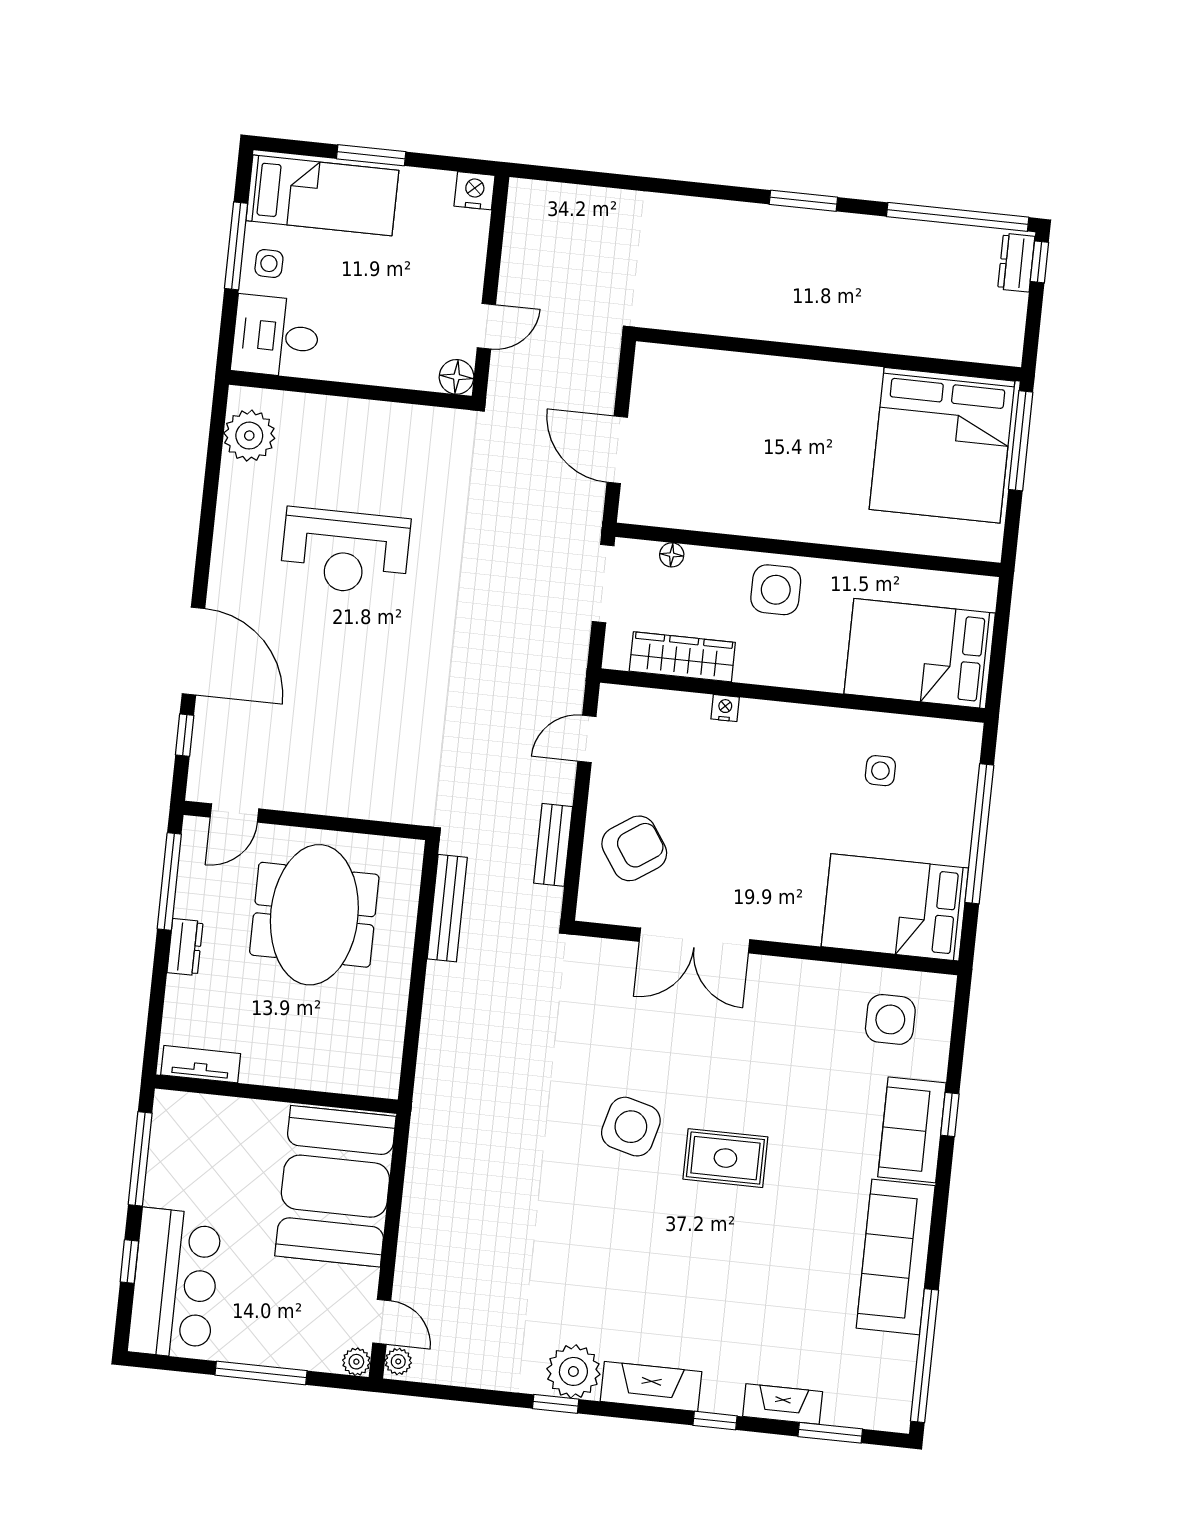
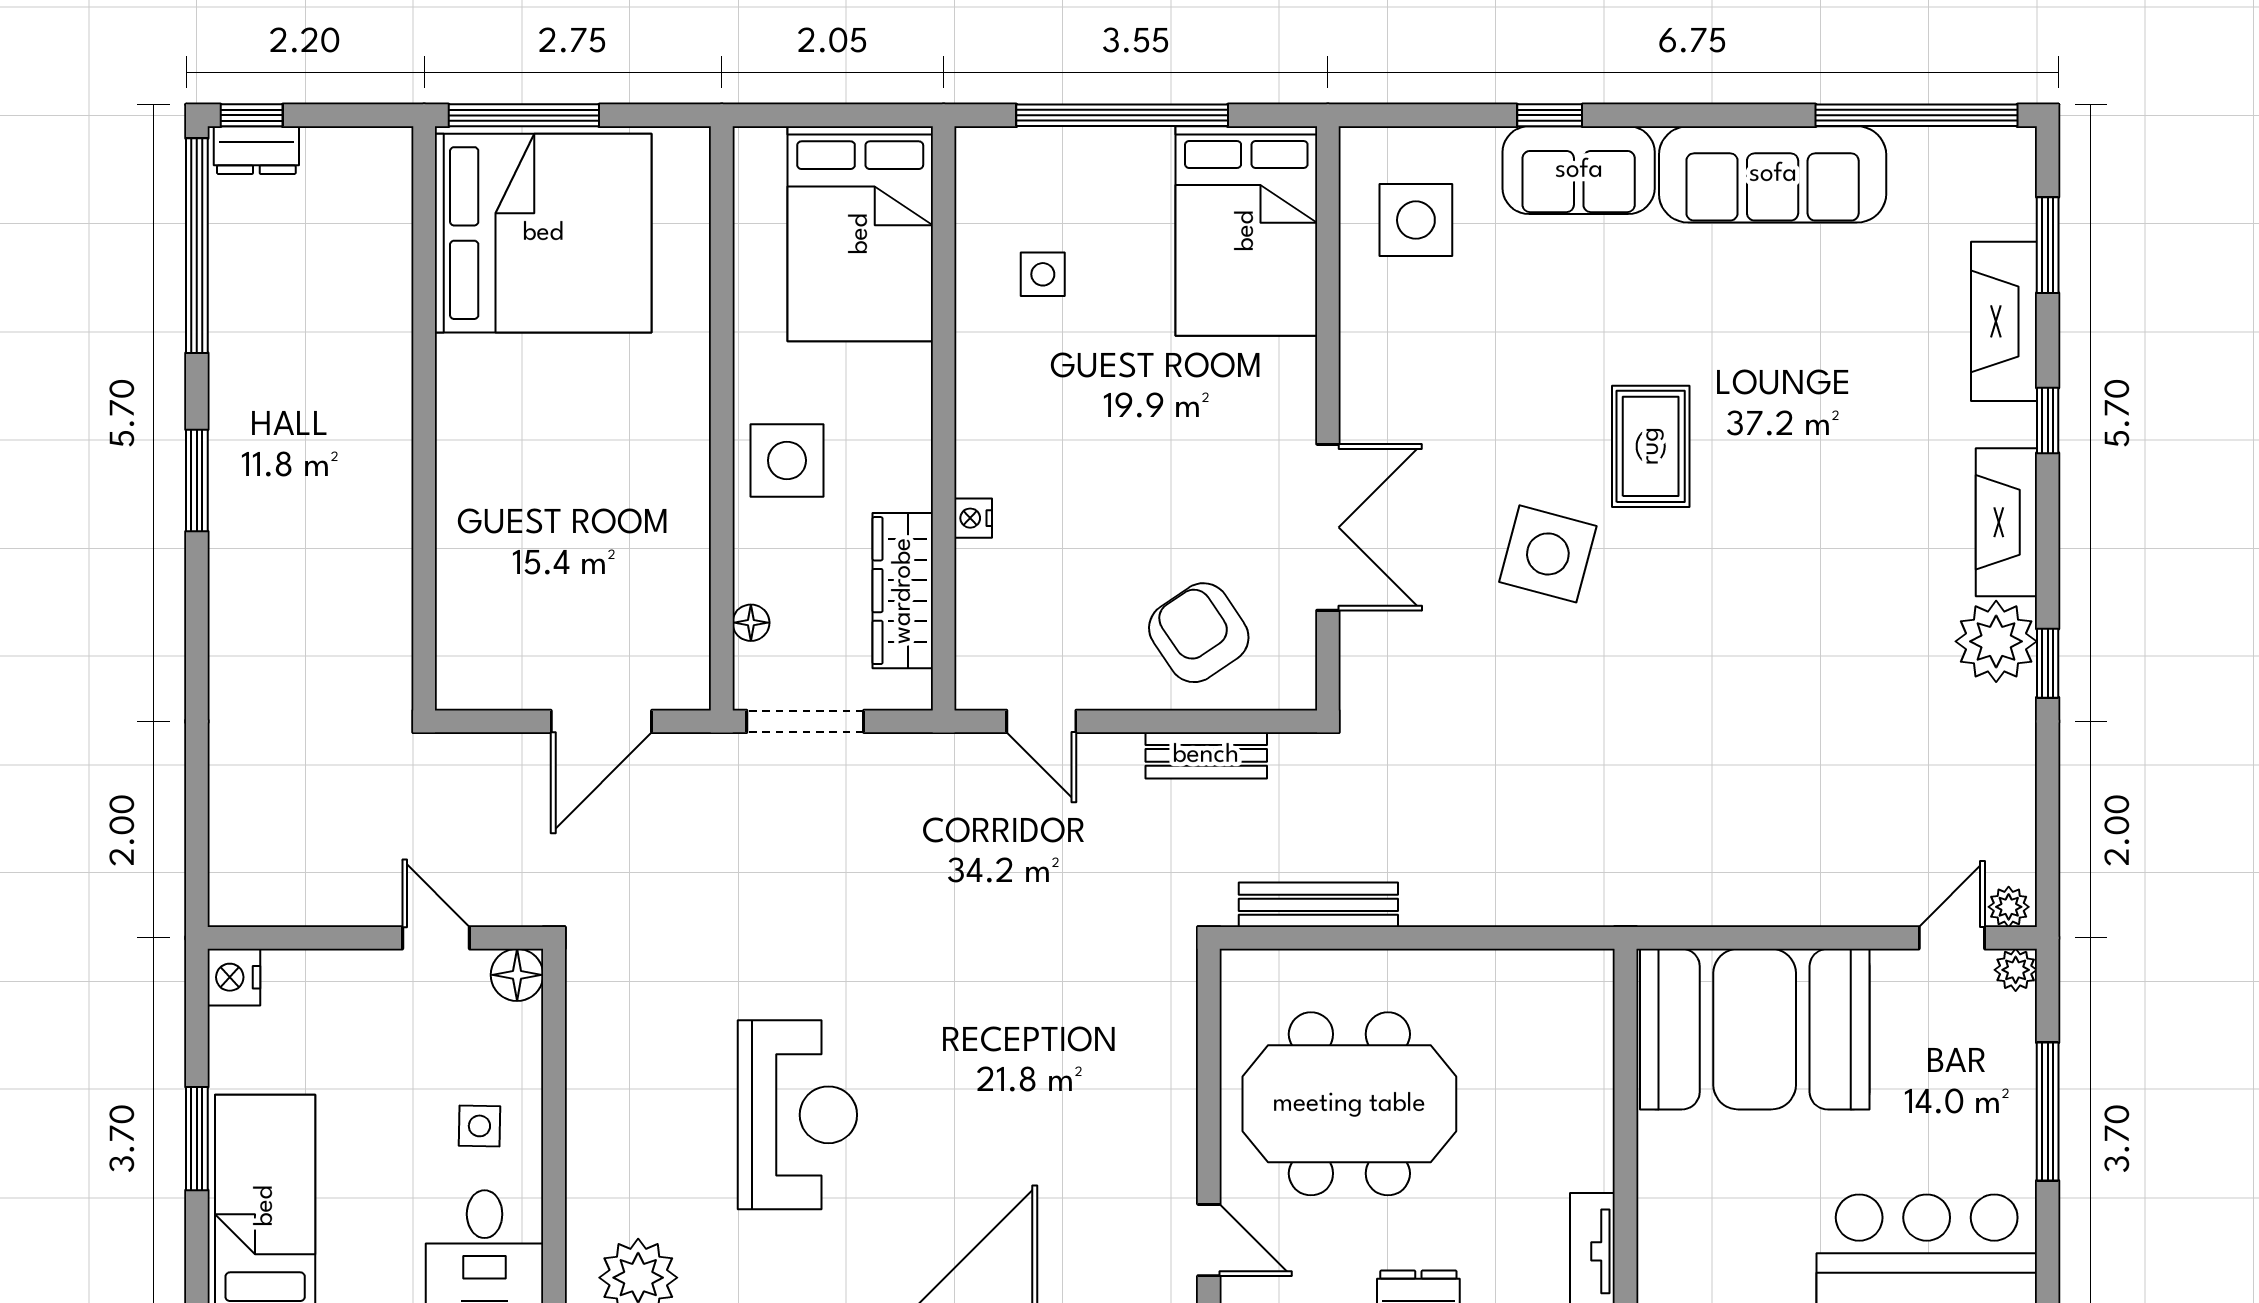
side table: (269, 264) -> (479, 1126), moved
side table: (631, 1127) -> (1548, 554), moved
fireplace: (783, 1404) -> (2004, 321), width x1.37, depth x1.32

